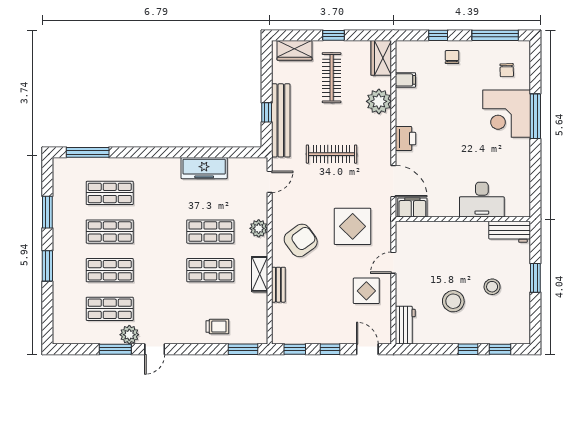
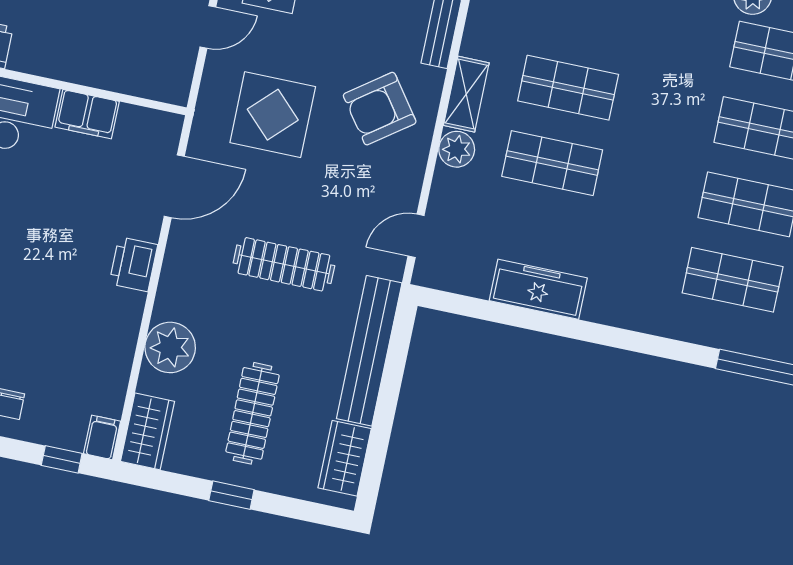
window: (438, 35) -> (62, 459), moved
wardrobe: (295, 50) -> (345, 458), moved, turned -90
filing cabinet: (405, 80) -> (102, 437), moved, turned 90
window: (267, 112) -> (393, 372), removed
door: (393, 181) -> (174, 186), swing flipped
filing cabinet: (412, 207) -> (87, 114), moved
shelving: (260, 274) -> (466, 94), moved

